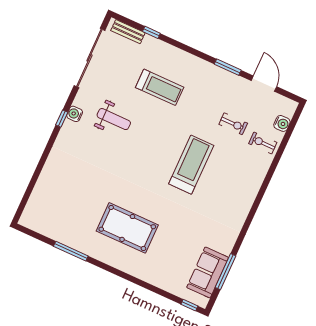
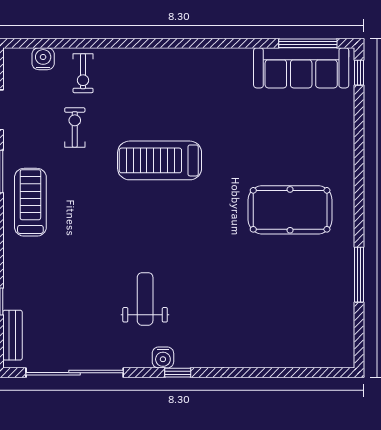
treadmill: (160, 87) -> (30, 202), moved
pool table: (127, 228) -> (290, 210), turned 90
sofa: (208, 272) -> (301, 68), width x1.36
window: (225, 272) -> (308, 43), moved

